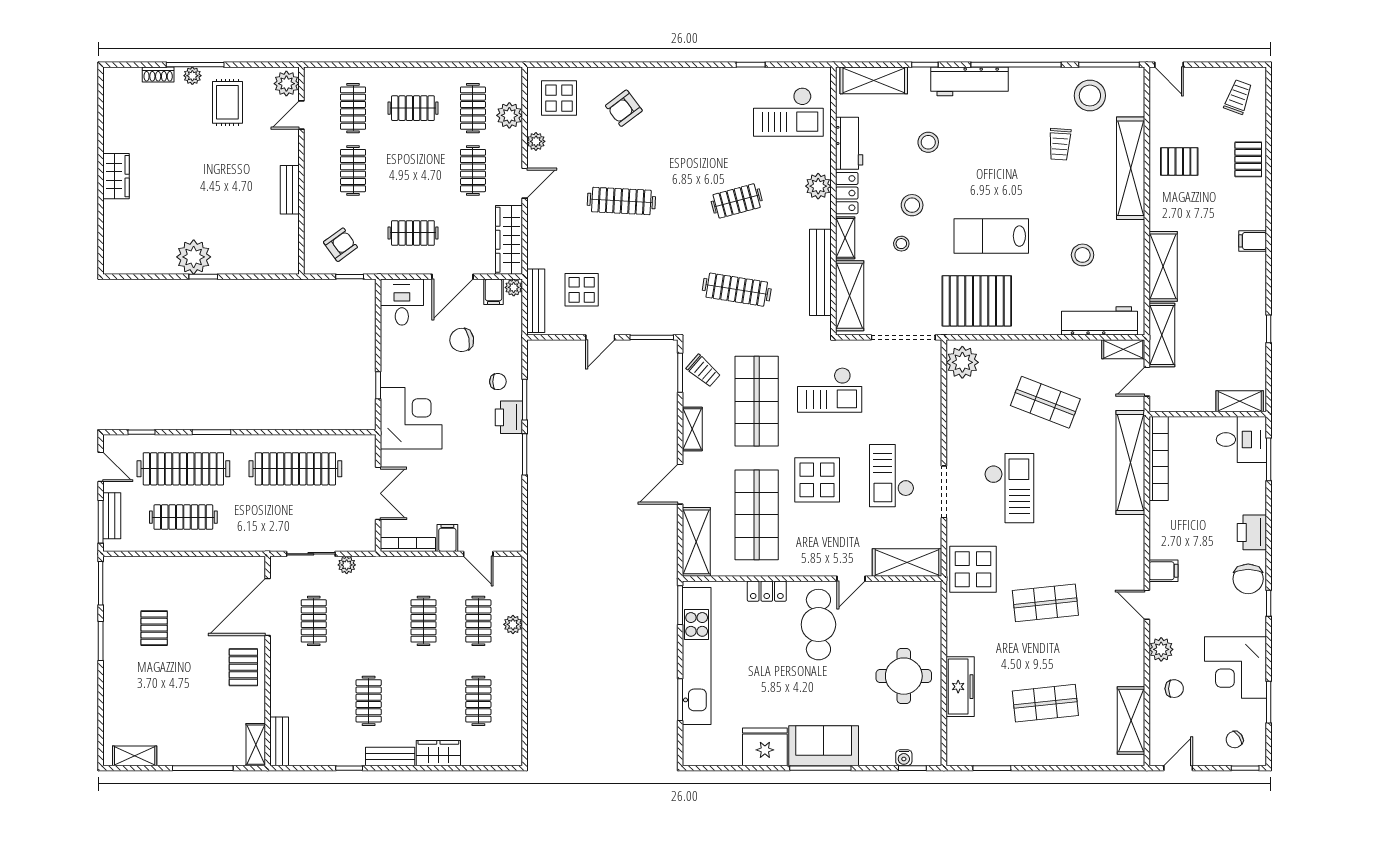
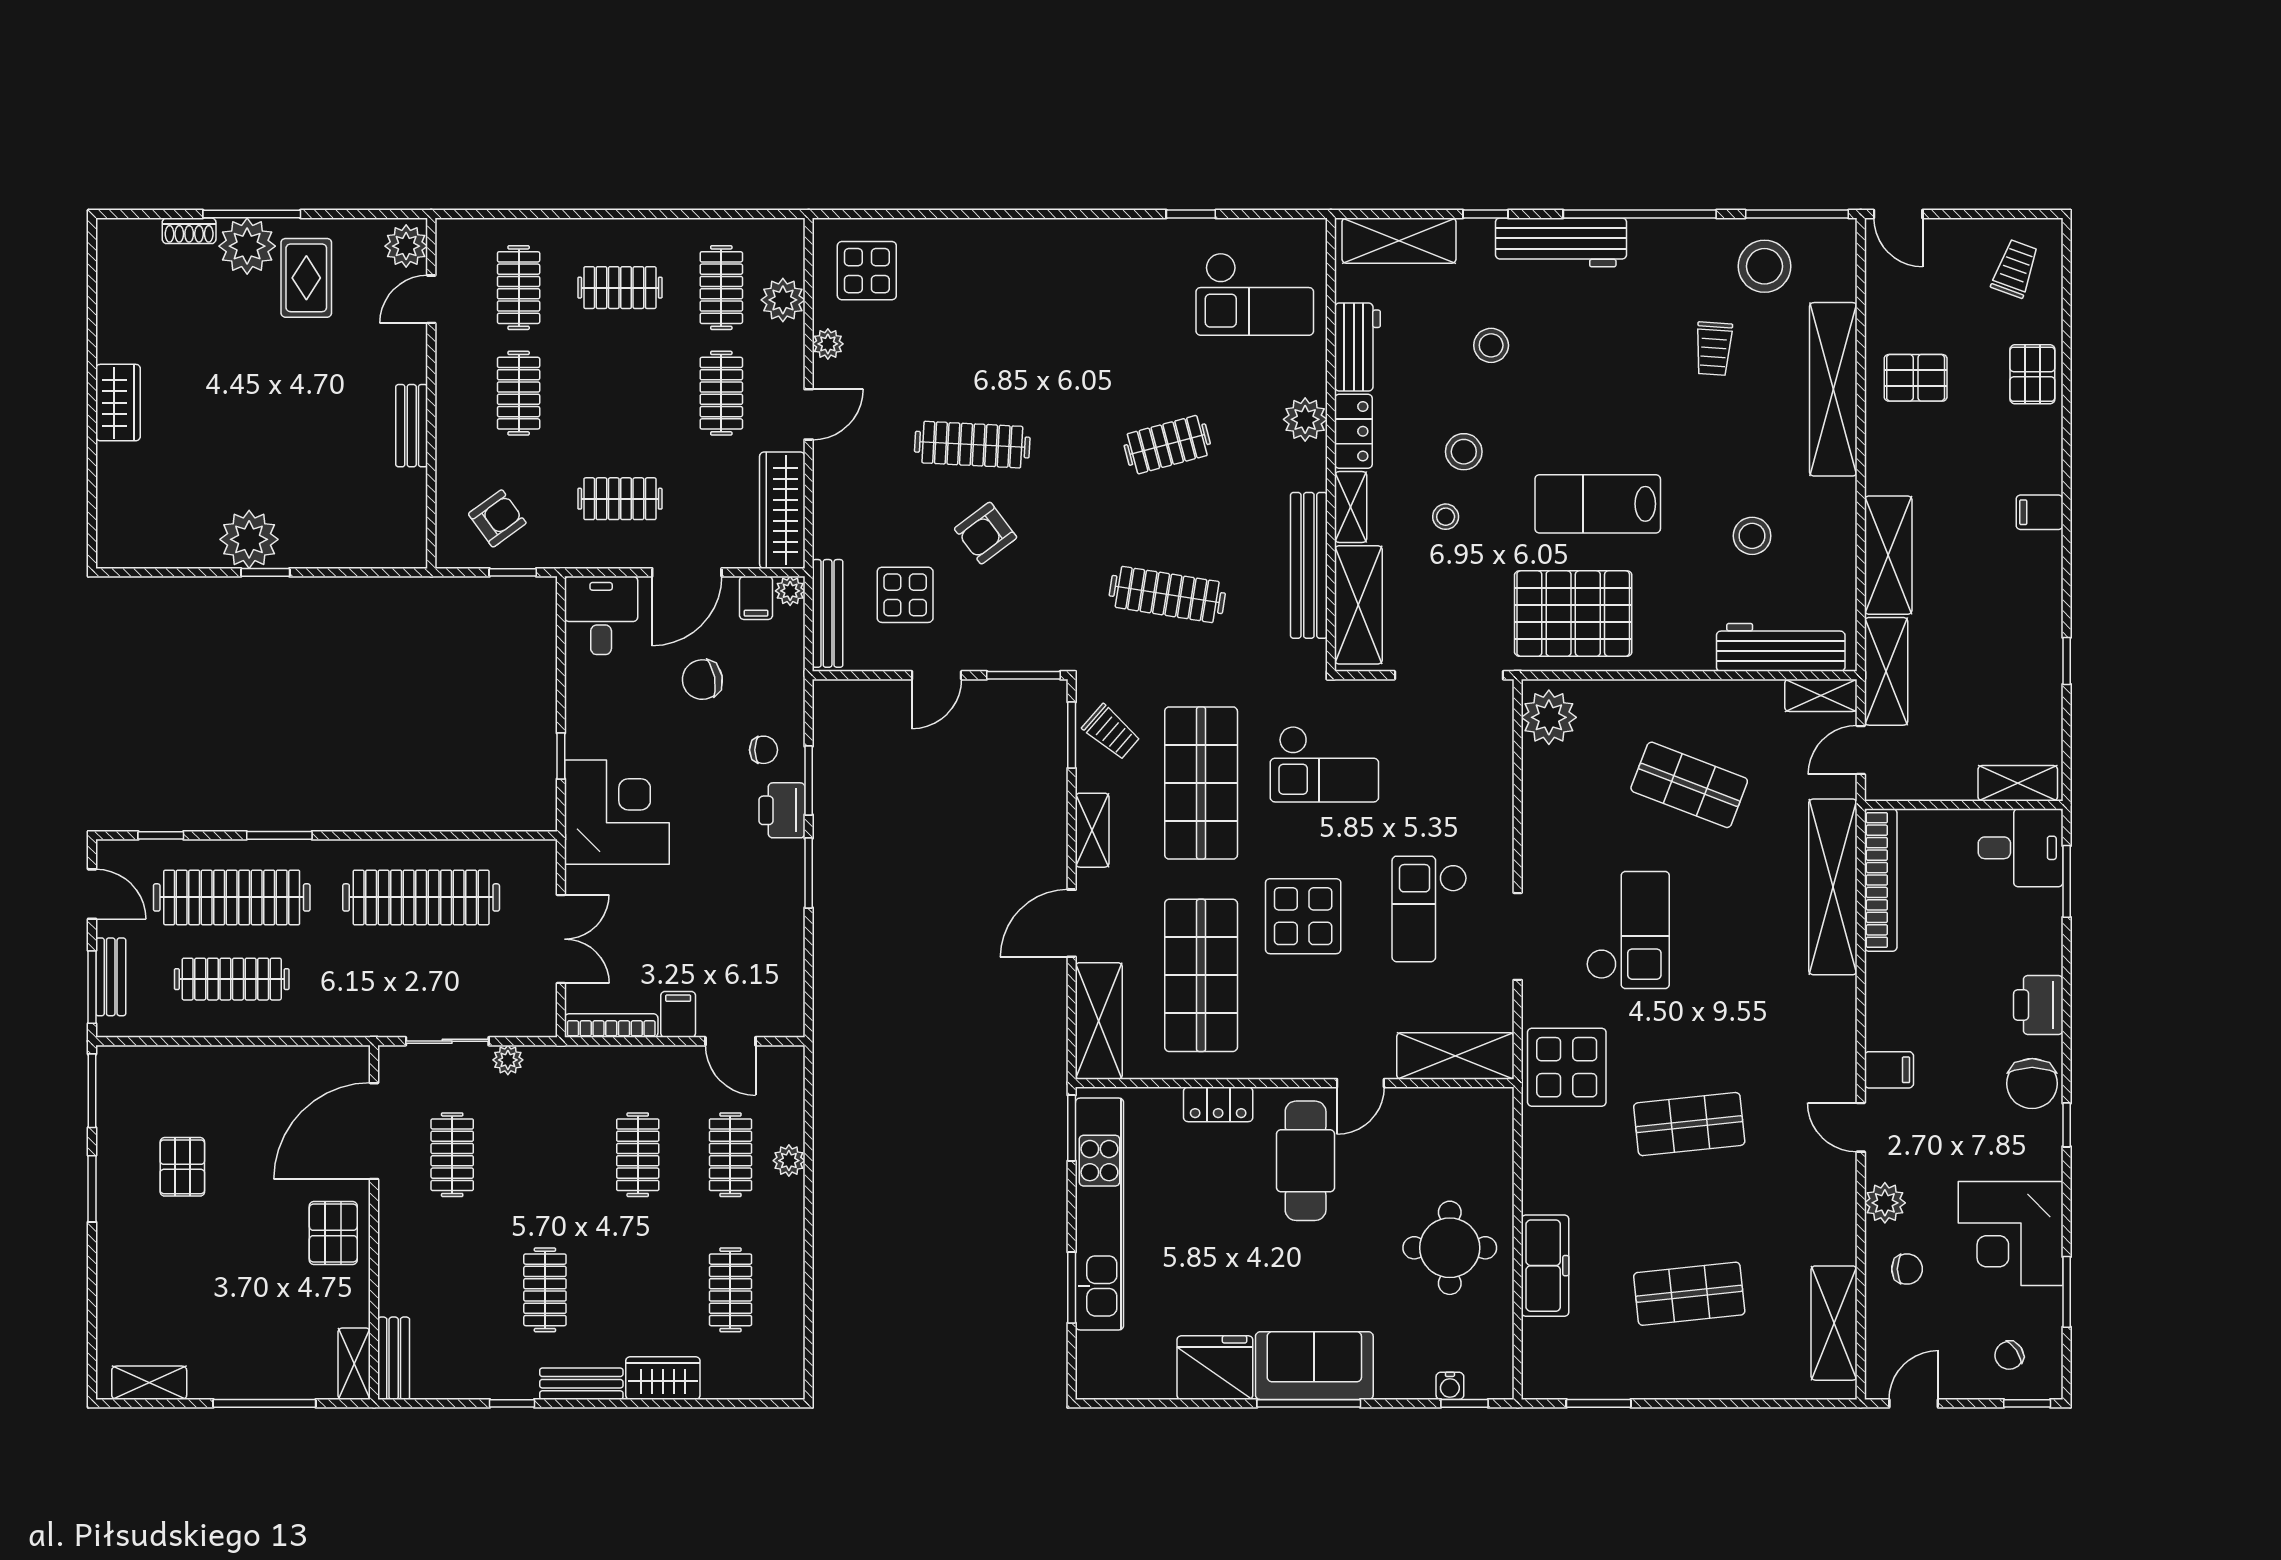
plant: (192, 76) -> (247, 246), width x1.87, depth x1.87
armchair: (624, 108) -> (986, 533), moved

